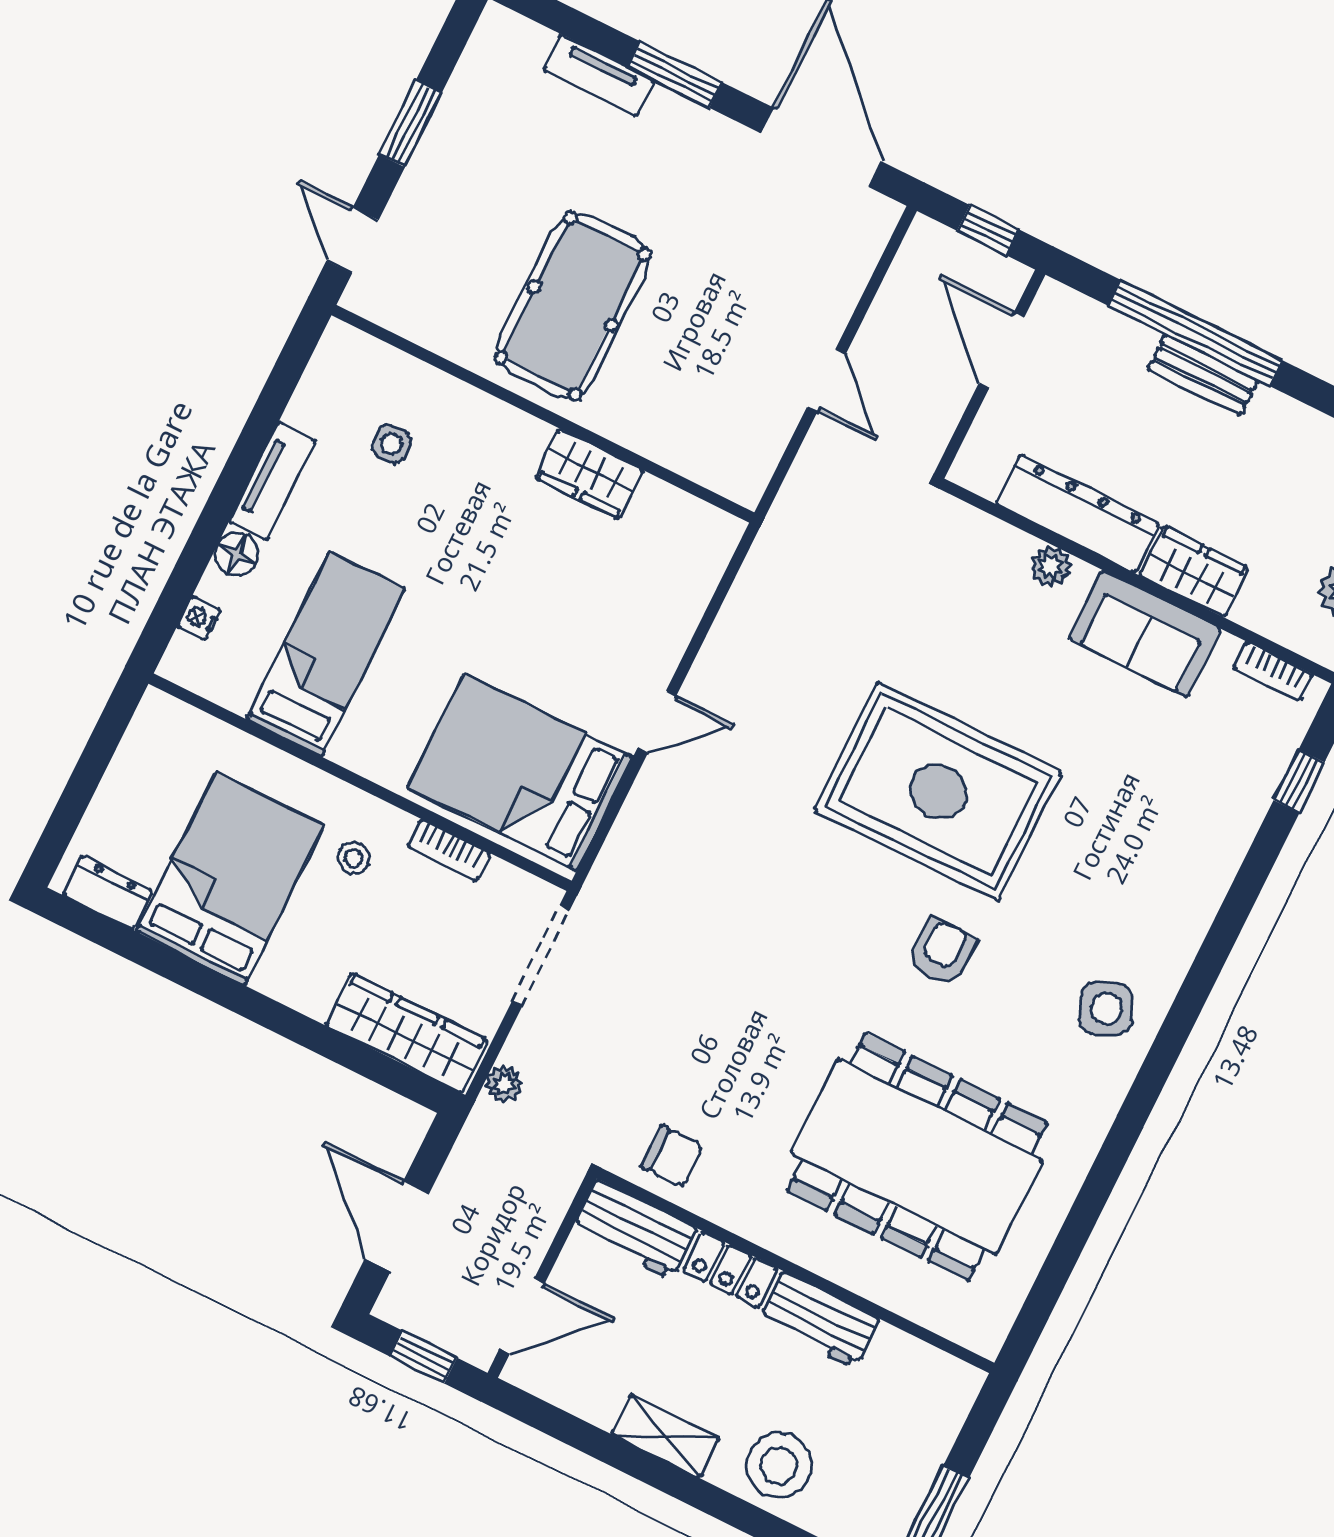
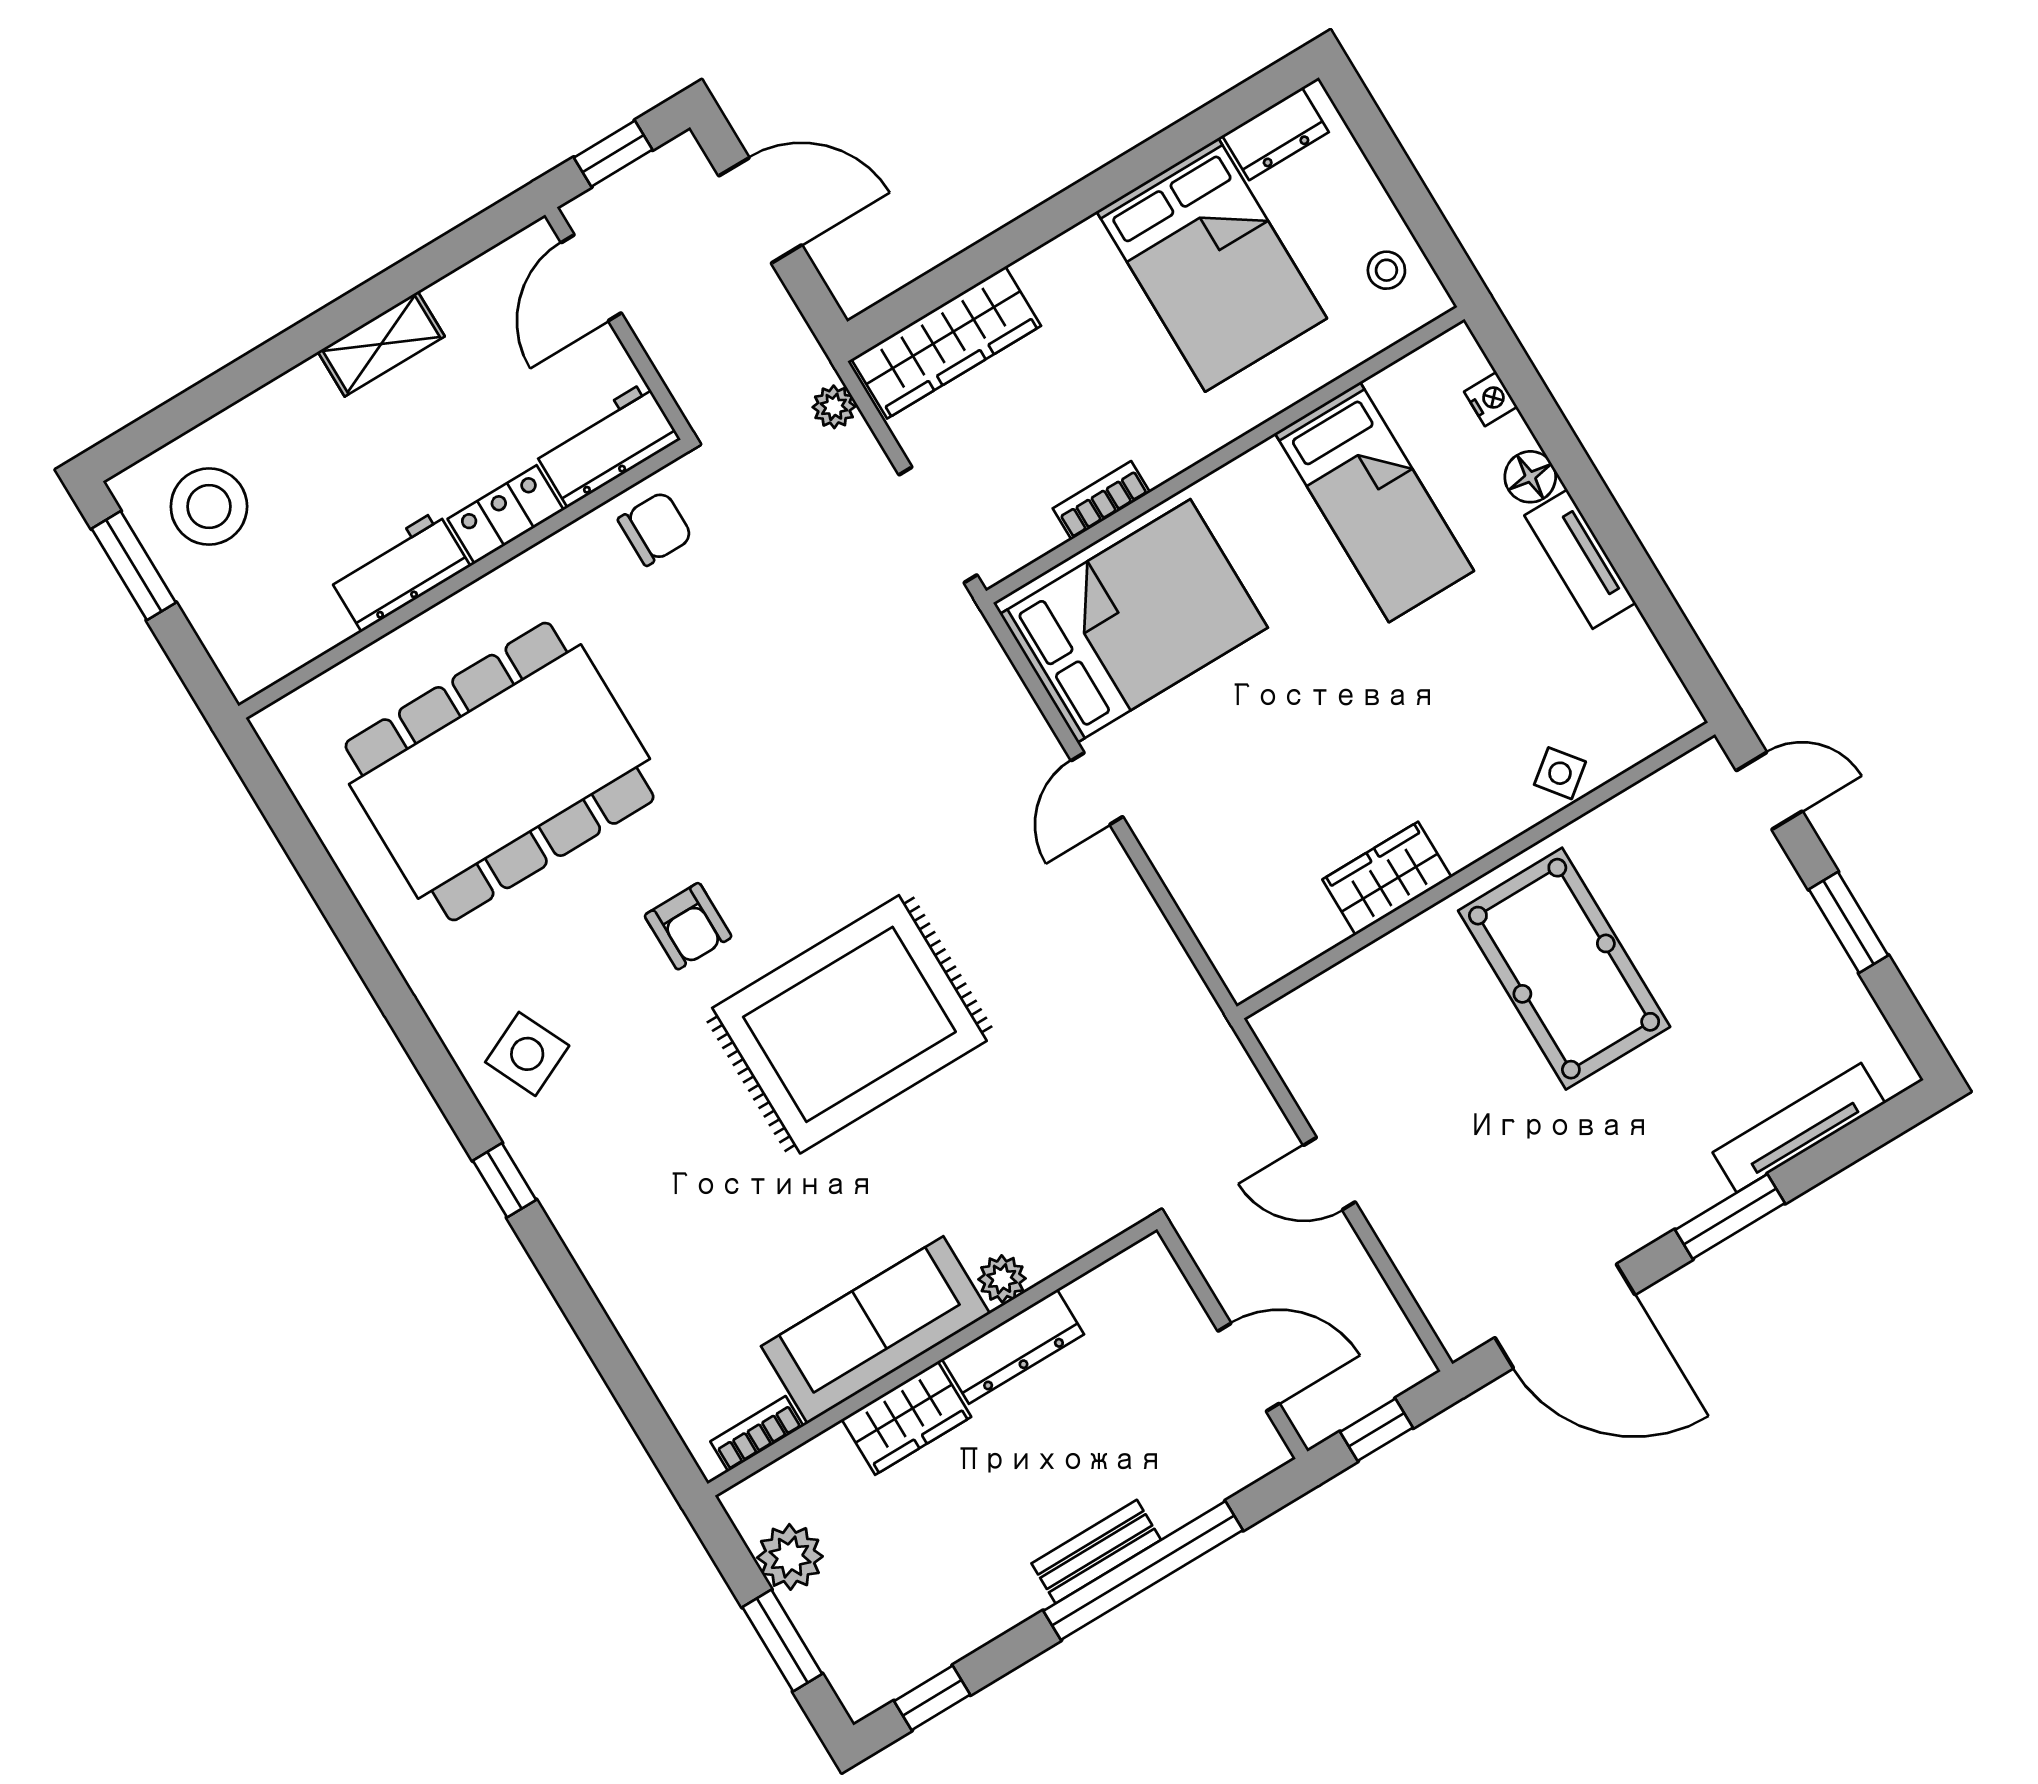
tv unit: (599, 75) -> (1799, 1128), width x1.41
side table: (392, 444) -> (1560, 773), moved, turned -38
dresser: (1078, 514) -> (1013, 1347), width x0.73, depth x0.80
sofa: (1145, 634) -> (875, 1330), width x1.36
window: (1299, 781) -> (505, 1180), moved
stool: (354, 858) -> (1386, 270), moved
chair: (672, 1156) -> (655, 528), turned 180
stool: (779, 1465) -> (209, 507), moved

